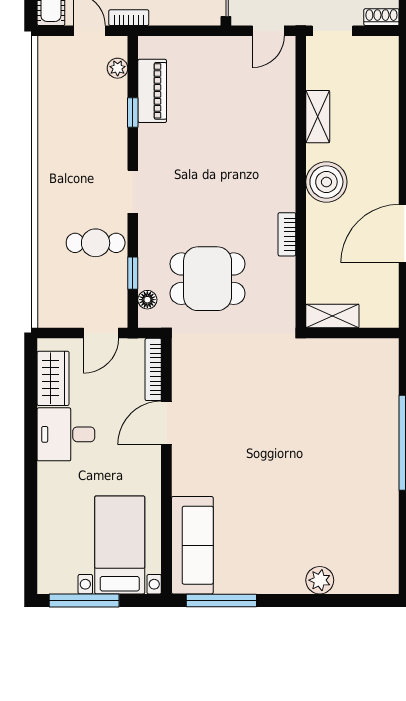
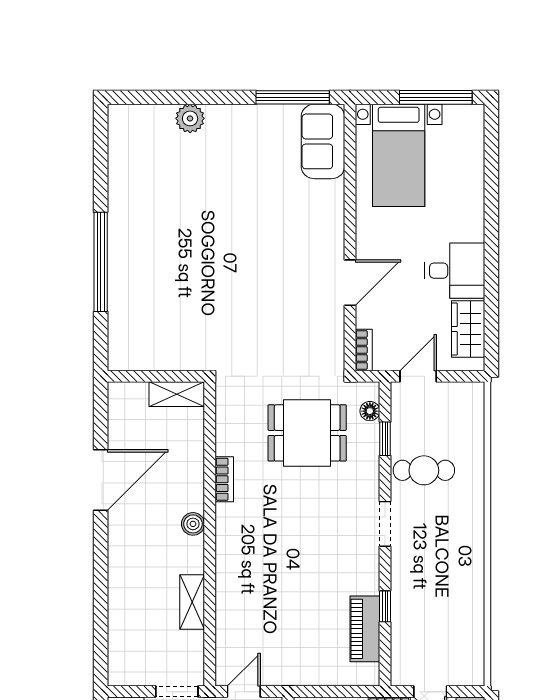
plant: (118, 68) -> (401, 653), removed
boiler: (326, 182) -> (193, 524), width x0.54, depth x0.54
bookcase: (153, 369) -> (364, 350), width x0.64
sofa: (192, 545) -> (323, 141), width x0.73

